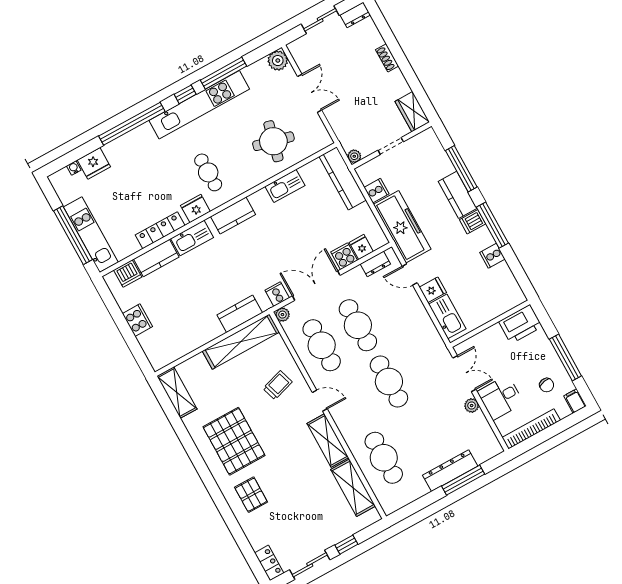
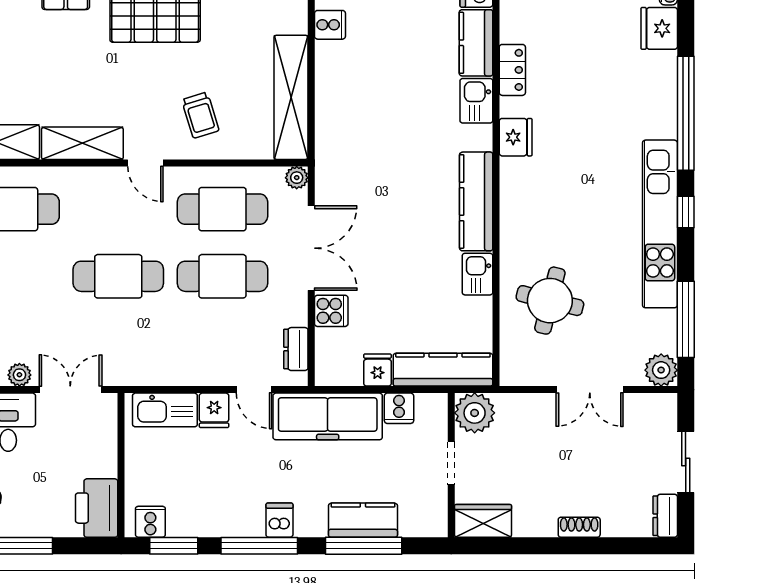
window: (224, 73) -> (686, 319), moved
plant: (354, 156) -> (475, 413), width x1.88, depth x1.88
cafe table: (208, 172) -> (557, 184), removed
kitchen sink: (285, 186) -> (477, 274), width x0.73
kitchen counter: (458, 195) -> (363, 520), moved
kitchen counter: (233, 216) -> (476, 201), width x1.50
locker: (160, 230) -> (512, 70), width x0.66
kitchen sink: (192, 238) -> (476, 101), width x0.73
fridge: (361, 247) -> (378, 370), moved, turned -90
cooker: (492, 256) -> (150, 522), moved
window: (518, 271) -> (174, 546), added
door: (410, 274) -> (254, 390), swing flipped
cooker: (277, 294) -> (330, 25), moved
kitchen counter: (240, 314) -> (331, 117), removed
double door: (464, 374) -> (70, 390), swing flipped
door: (320, 401) -> (145, 163), hinge flipped

